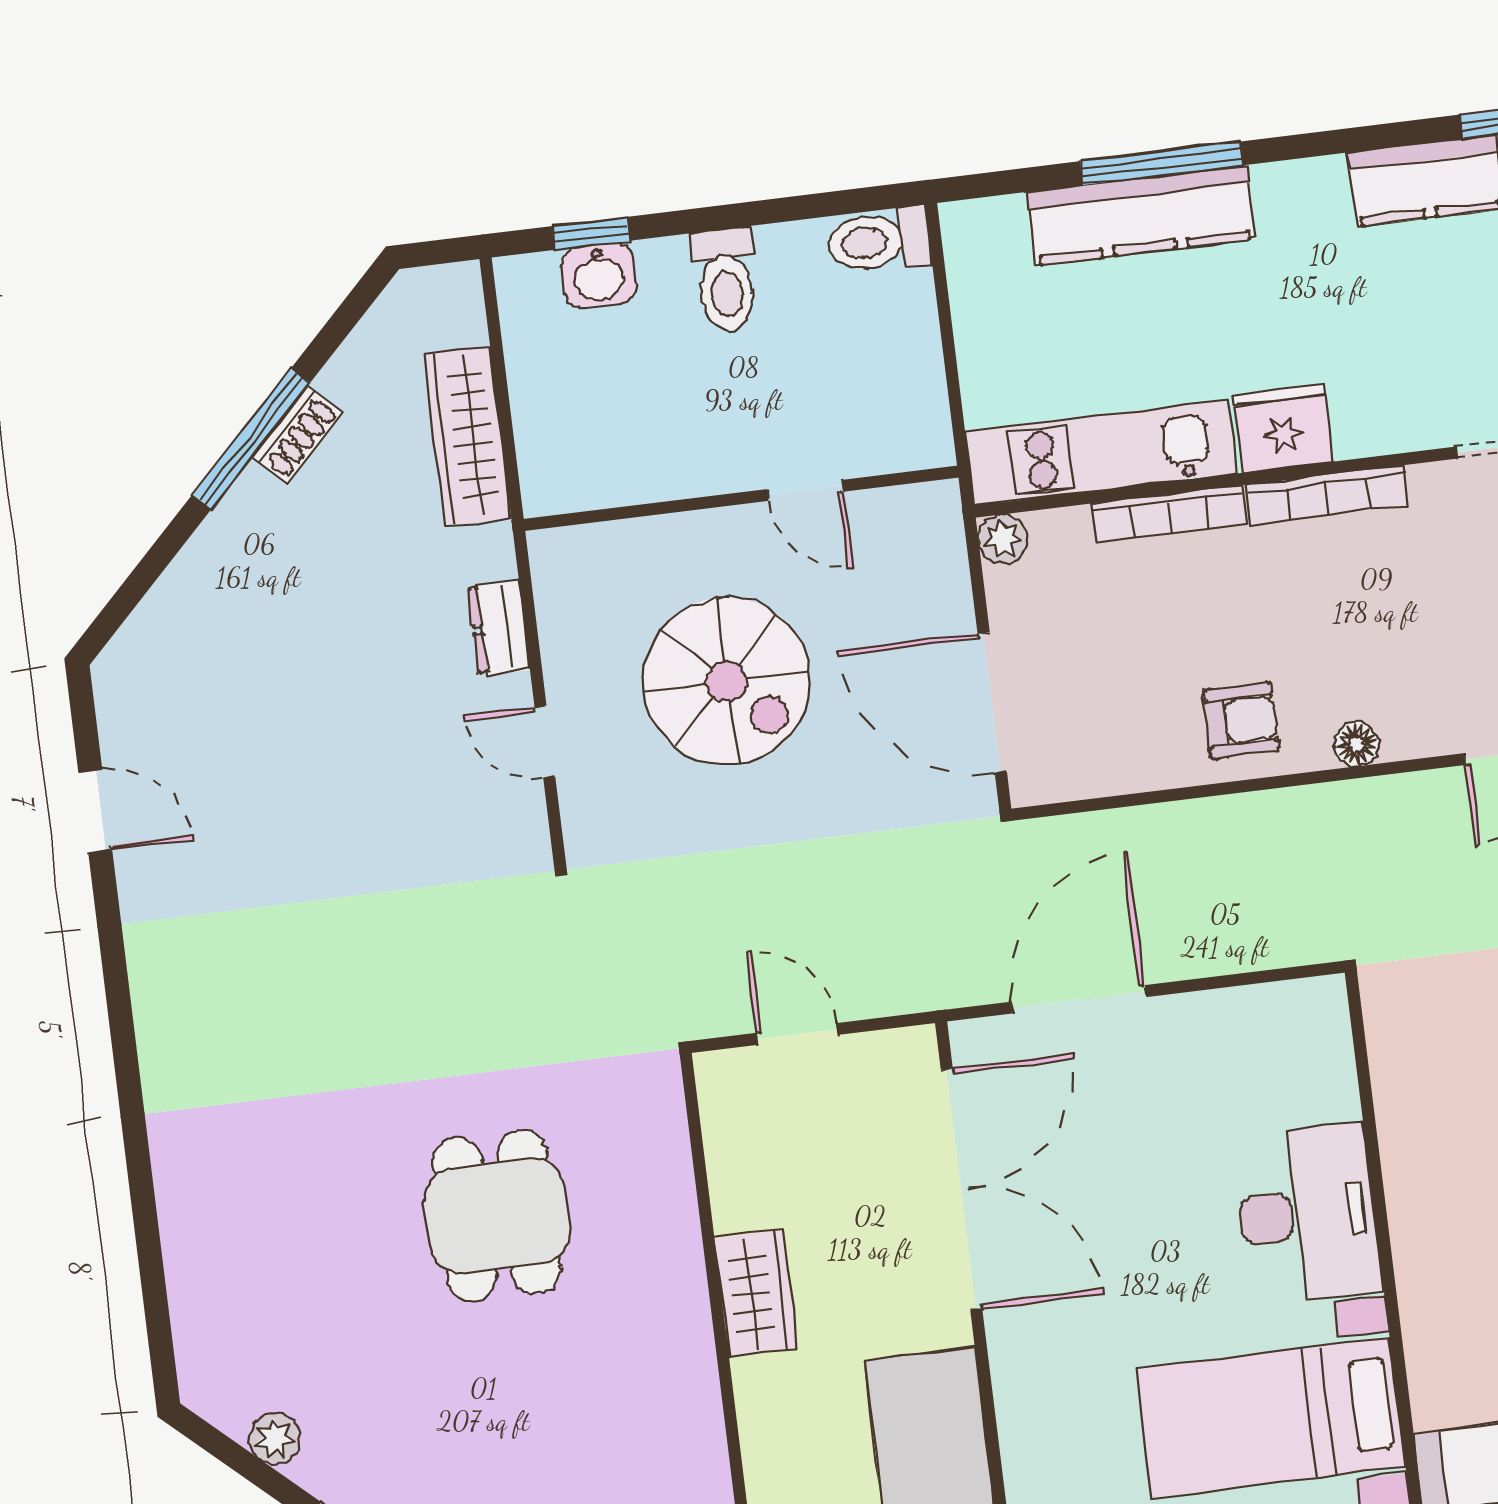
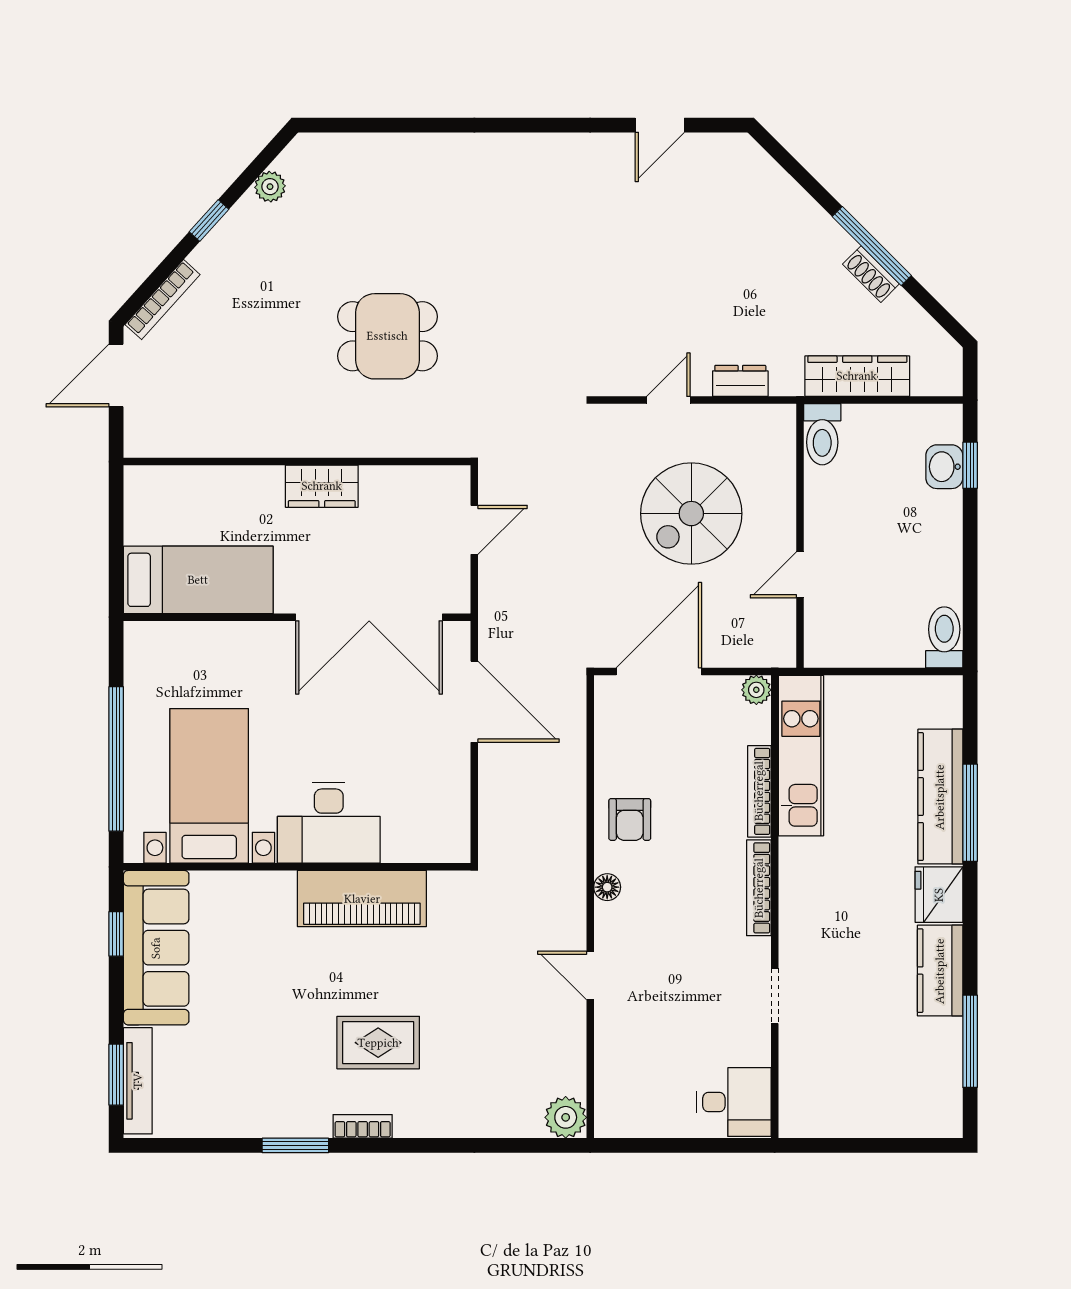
toilet: (725, 280) -> (822, 434), moved, turned -90
fridge: (1283, 428) -> (939, 895), moved, turned 180
piano: (1425, 1144) -> (362, 899), added

